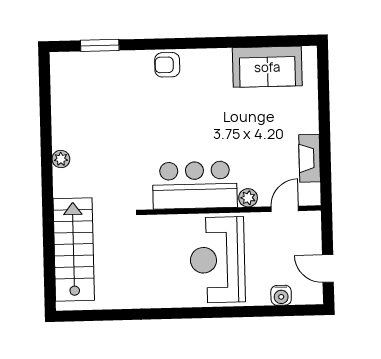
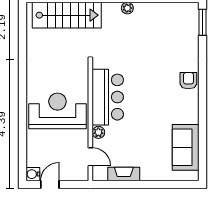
window: (100, 45) -> (202, 22), moved
water cooler: (281, 295) -> (33, 174), moved

